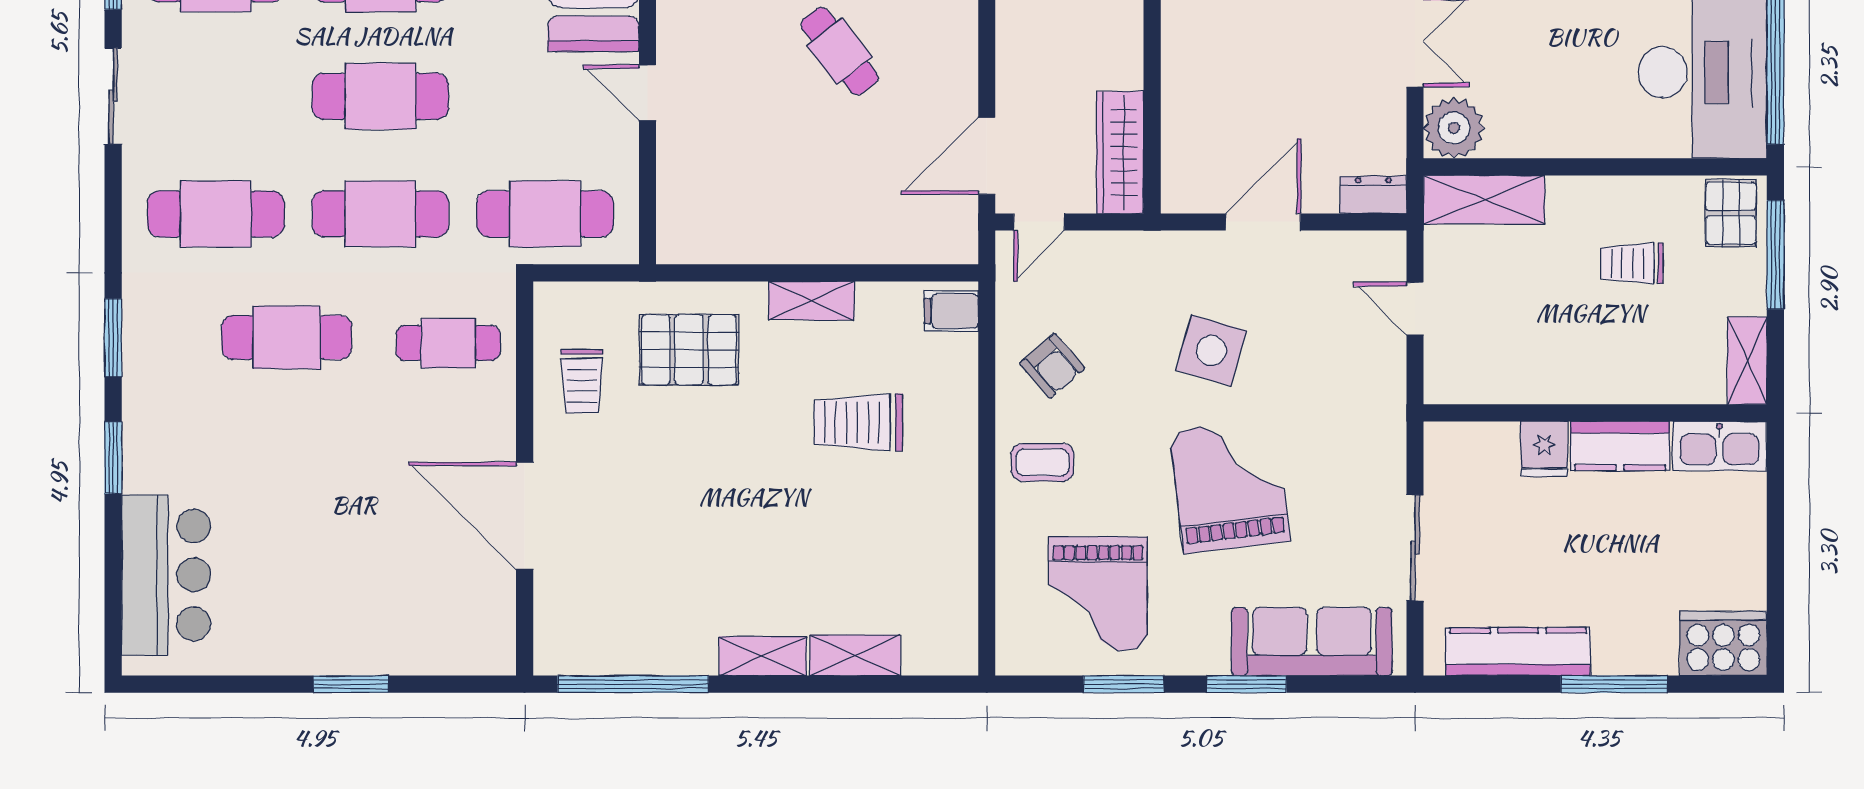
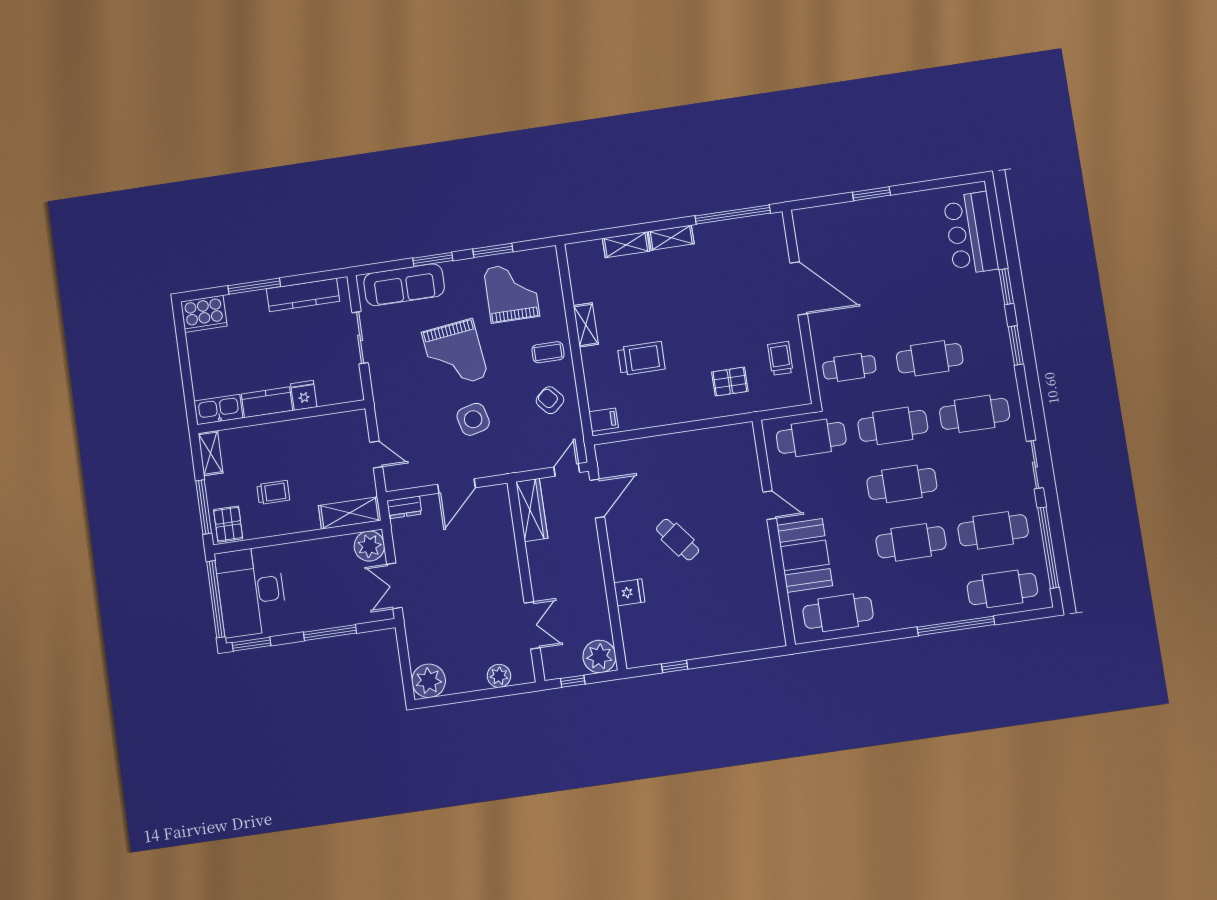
shelving: (811, 301) -> (586, 325), moved, turned 90
pallet: (689, 350) -> (730, 382), width x0.67, depth x0.71
side table: (1211, 350) -> (473, 419), turned -30

